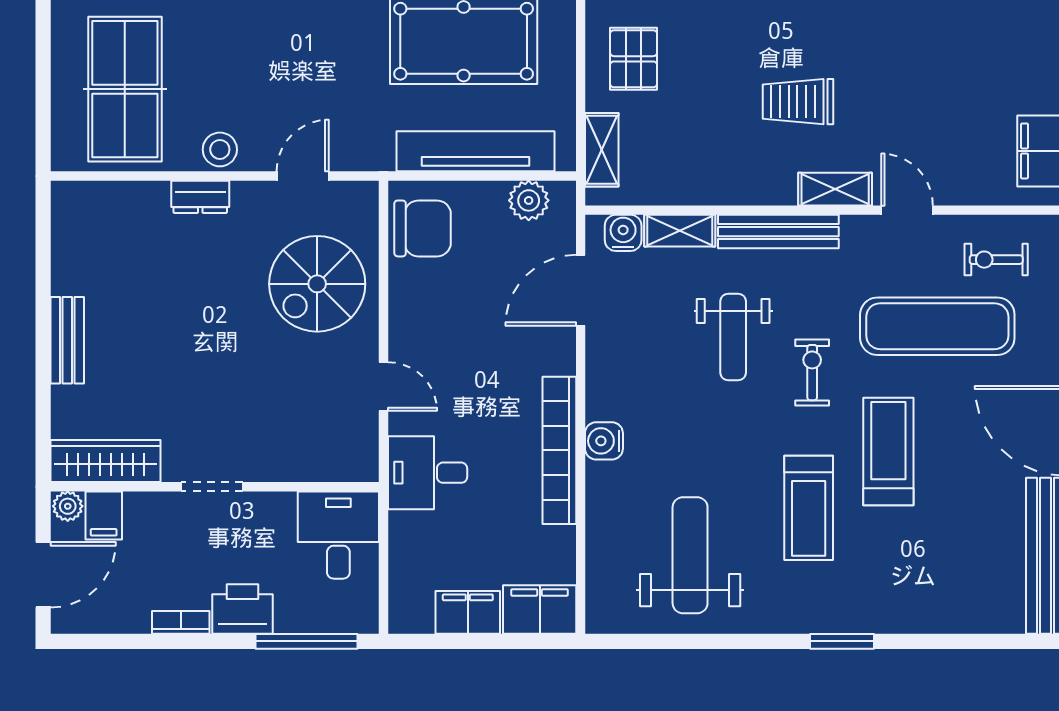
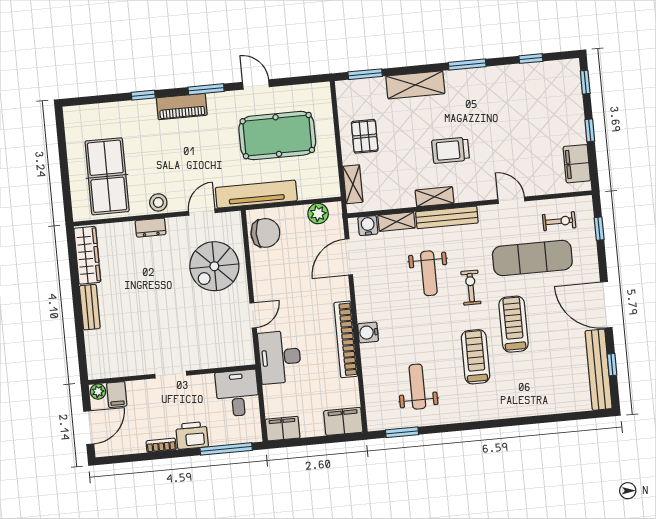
tv unit: (475, 151) -> (256, 194), moved
shelving: (835, 189) -> (435, 197), moved
exercise bike: (996, 260) -> (559, 221), turned 180
door: (383, 387) -> (253, 315), hinge flipped
wardrobe: (106, 461) -> (87, 255), moved, turned 90
desk: (428, 473) -> (280, 357), width x1.37
treadmill: (809, 508) -> (475, 357), turned 180
weight bench: (690, 555) -> (417, 387), width x0.73, depth x0.75
filing cabinet: (468, 612) -> (283, 429), moved
window: (842, 641) -> (402, 432), moved

